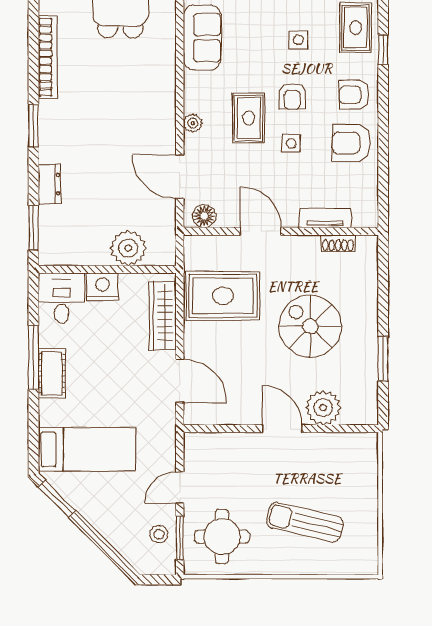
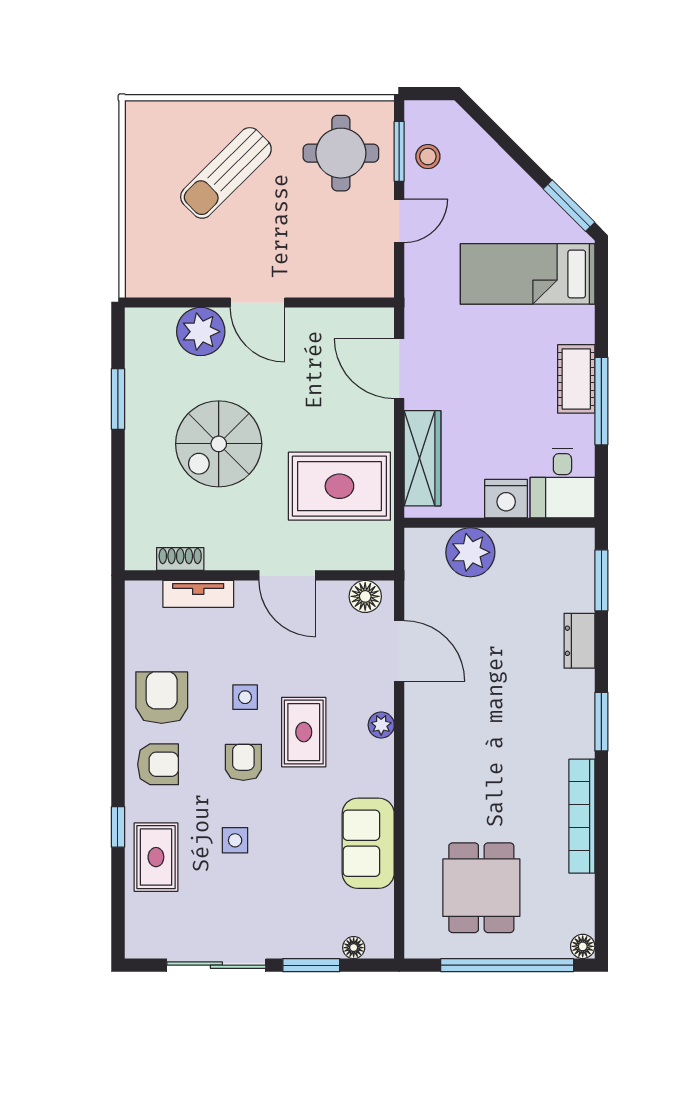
armchair: (351, 143) -> (162, 698), turned -90
spiral stairs: (310, 326) -> (219, 444), turned 90
sun lounger: (305, 522) -> (226, 173), turned 122

